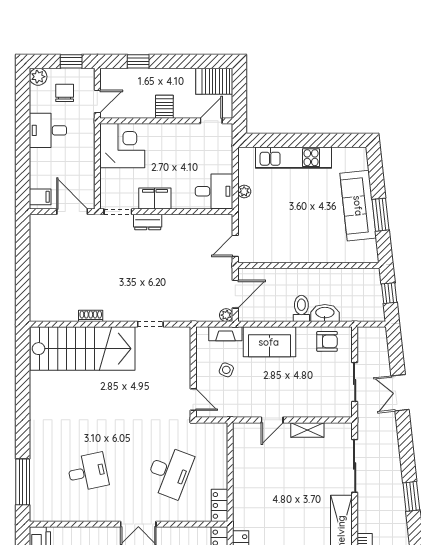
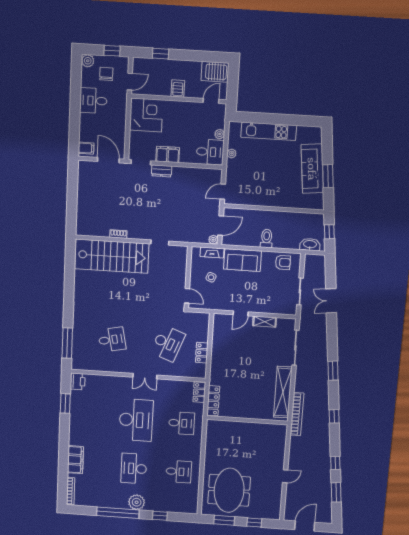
plant: (226, 166) -> (220, 134), added
washbasin: (325, 313) -> (310, 244), moved
locker: (219, 505) -> (202, 353), moved

